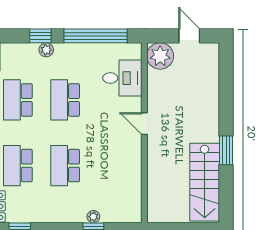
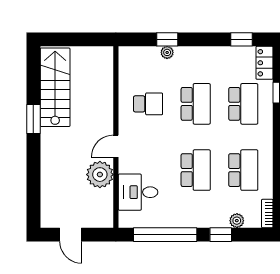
plant: (46, 50) -> (237, 221), moved
plant: (160, 56) -> (100, 175), moved
door: (144, 124) -> (116, 146), swing flipped
school desk: (112, 166) -> (148, 104), added

